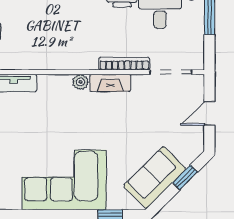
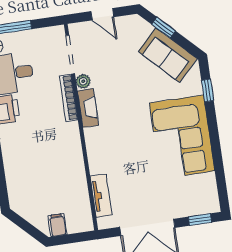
plant: (80, 82) -> (83, 81), moved

